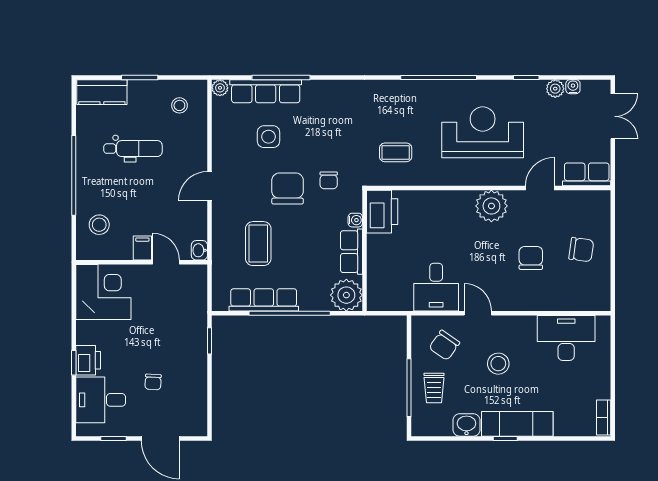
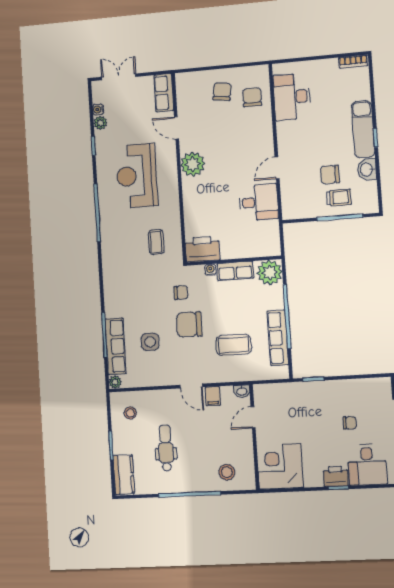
filing cabinet: (142, 248) -> (213, 396), moved, turned -90
chair: (531, 258) -> (252, 97), moved, turned 90
chair: (444, 345) -> (330, 175), moved, turned 145
stool: (498, 364) -> (316, 148), removed

